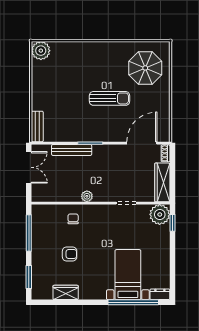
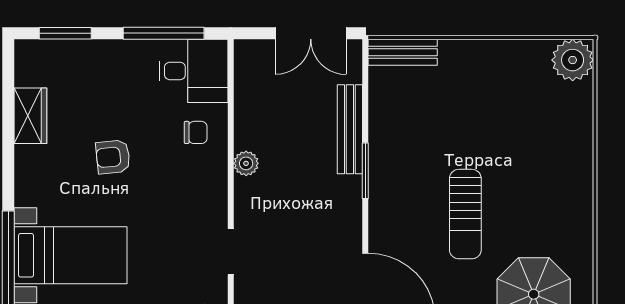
desk: (46, 220) -> (193, 71), added
armchair: (70, 254) -> (113, 157), moved, turned 84

